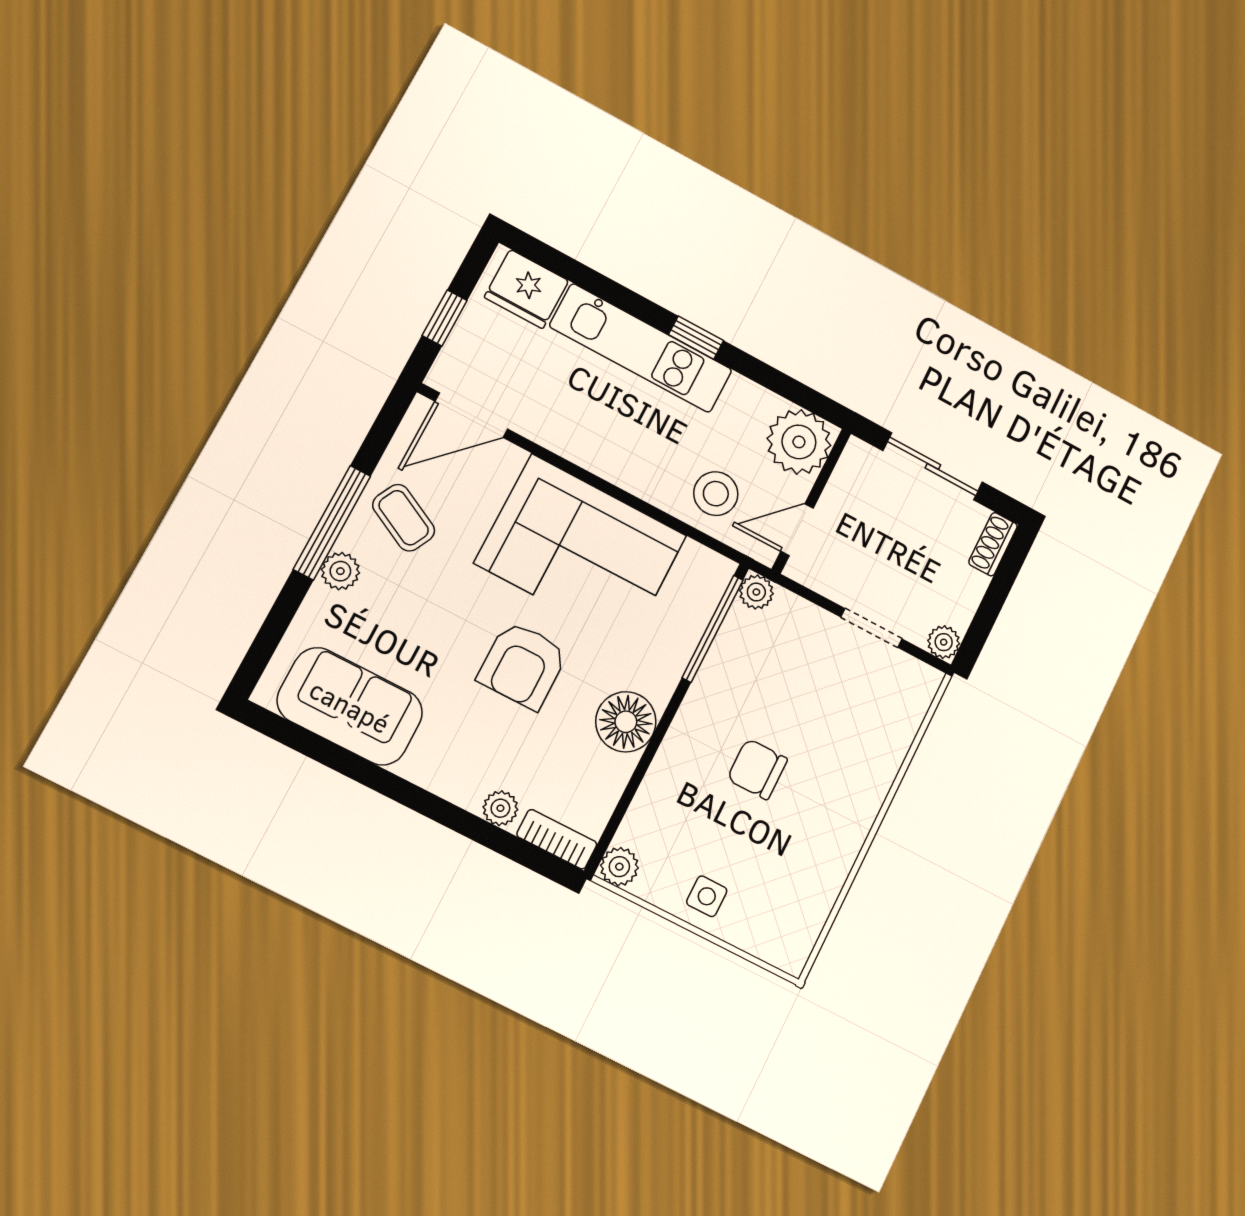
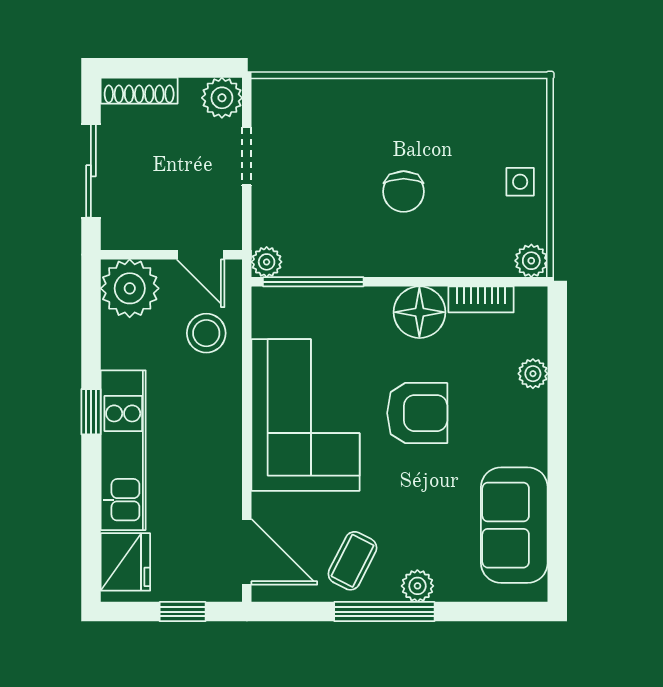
shoe rack: (993, 544) -> (139, 91), width x1.43
plant: (944, 642) -> (222, 98), width x1.38, depth x1.38
bookcase: (557, 839) -> (481, 299), moved, turned -90

